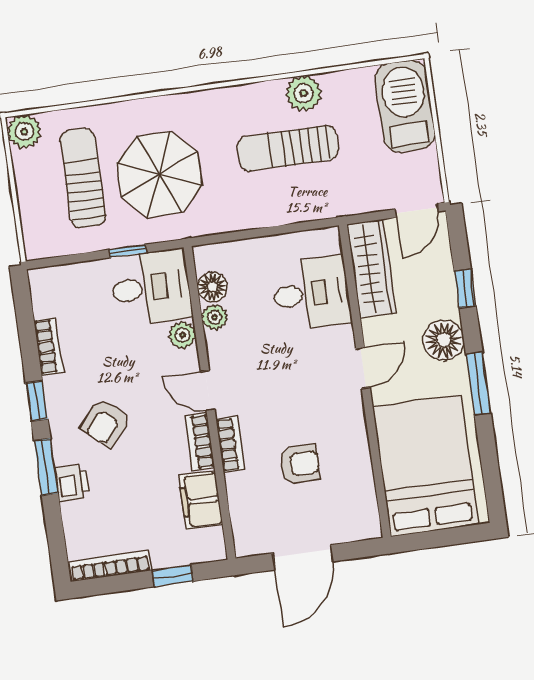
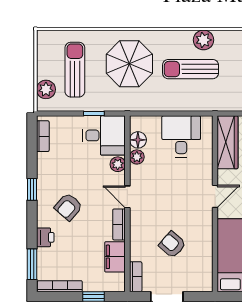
plant: (24, 131) -> (46, 89), moved
parasol: (159, 174) -> (129, 64), moved
desk: (311, 293) -> (181, 136), moved, turned -90
bookcase: (49, 346) -> (43, 136), moved
bookcase: (230, 444) -> (136, 277), moved
armchair: (299, 464) -> (172, 245), turned -139
window: (46, 467) -> (32, 264), moved

